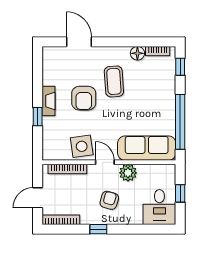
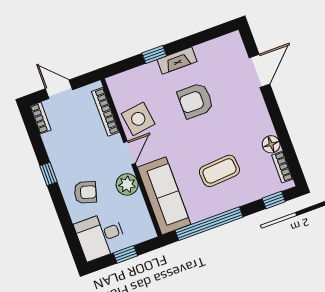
coffee table: (114, 81) -> (219, 171), moved
armchair: (109, 200) -> (85, 192), moved
bookcase: (61, 220) -> (40, 118), width x0.64

